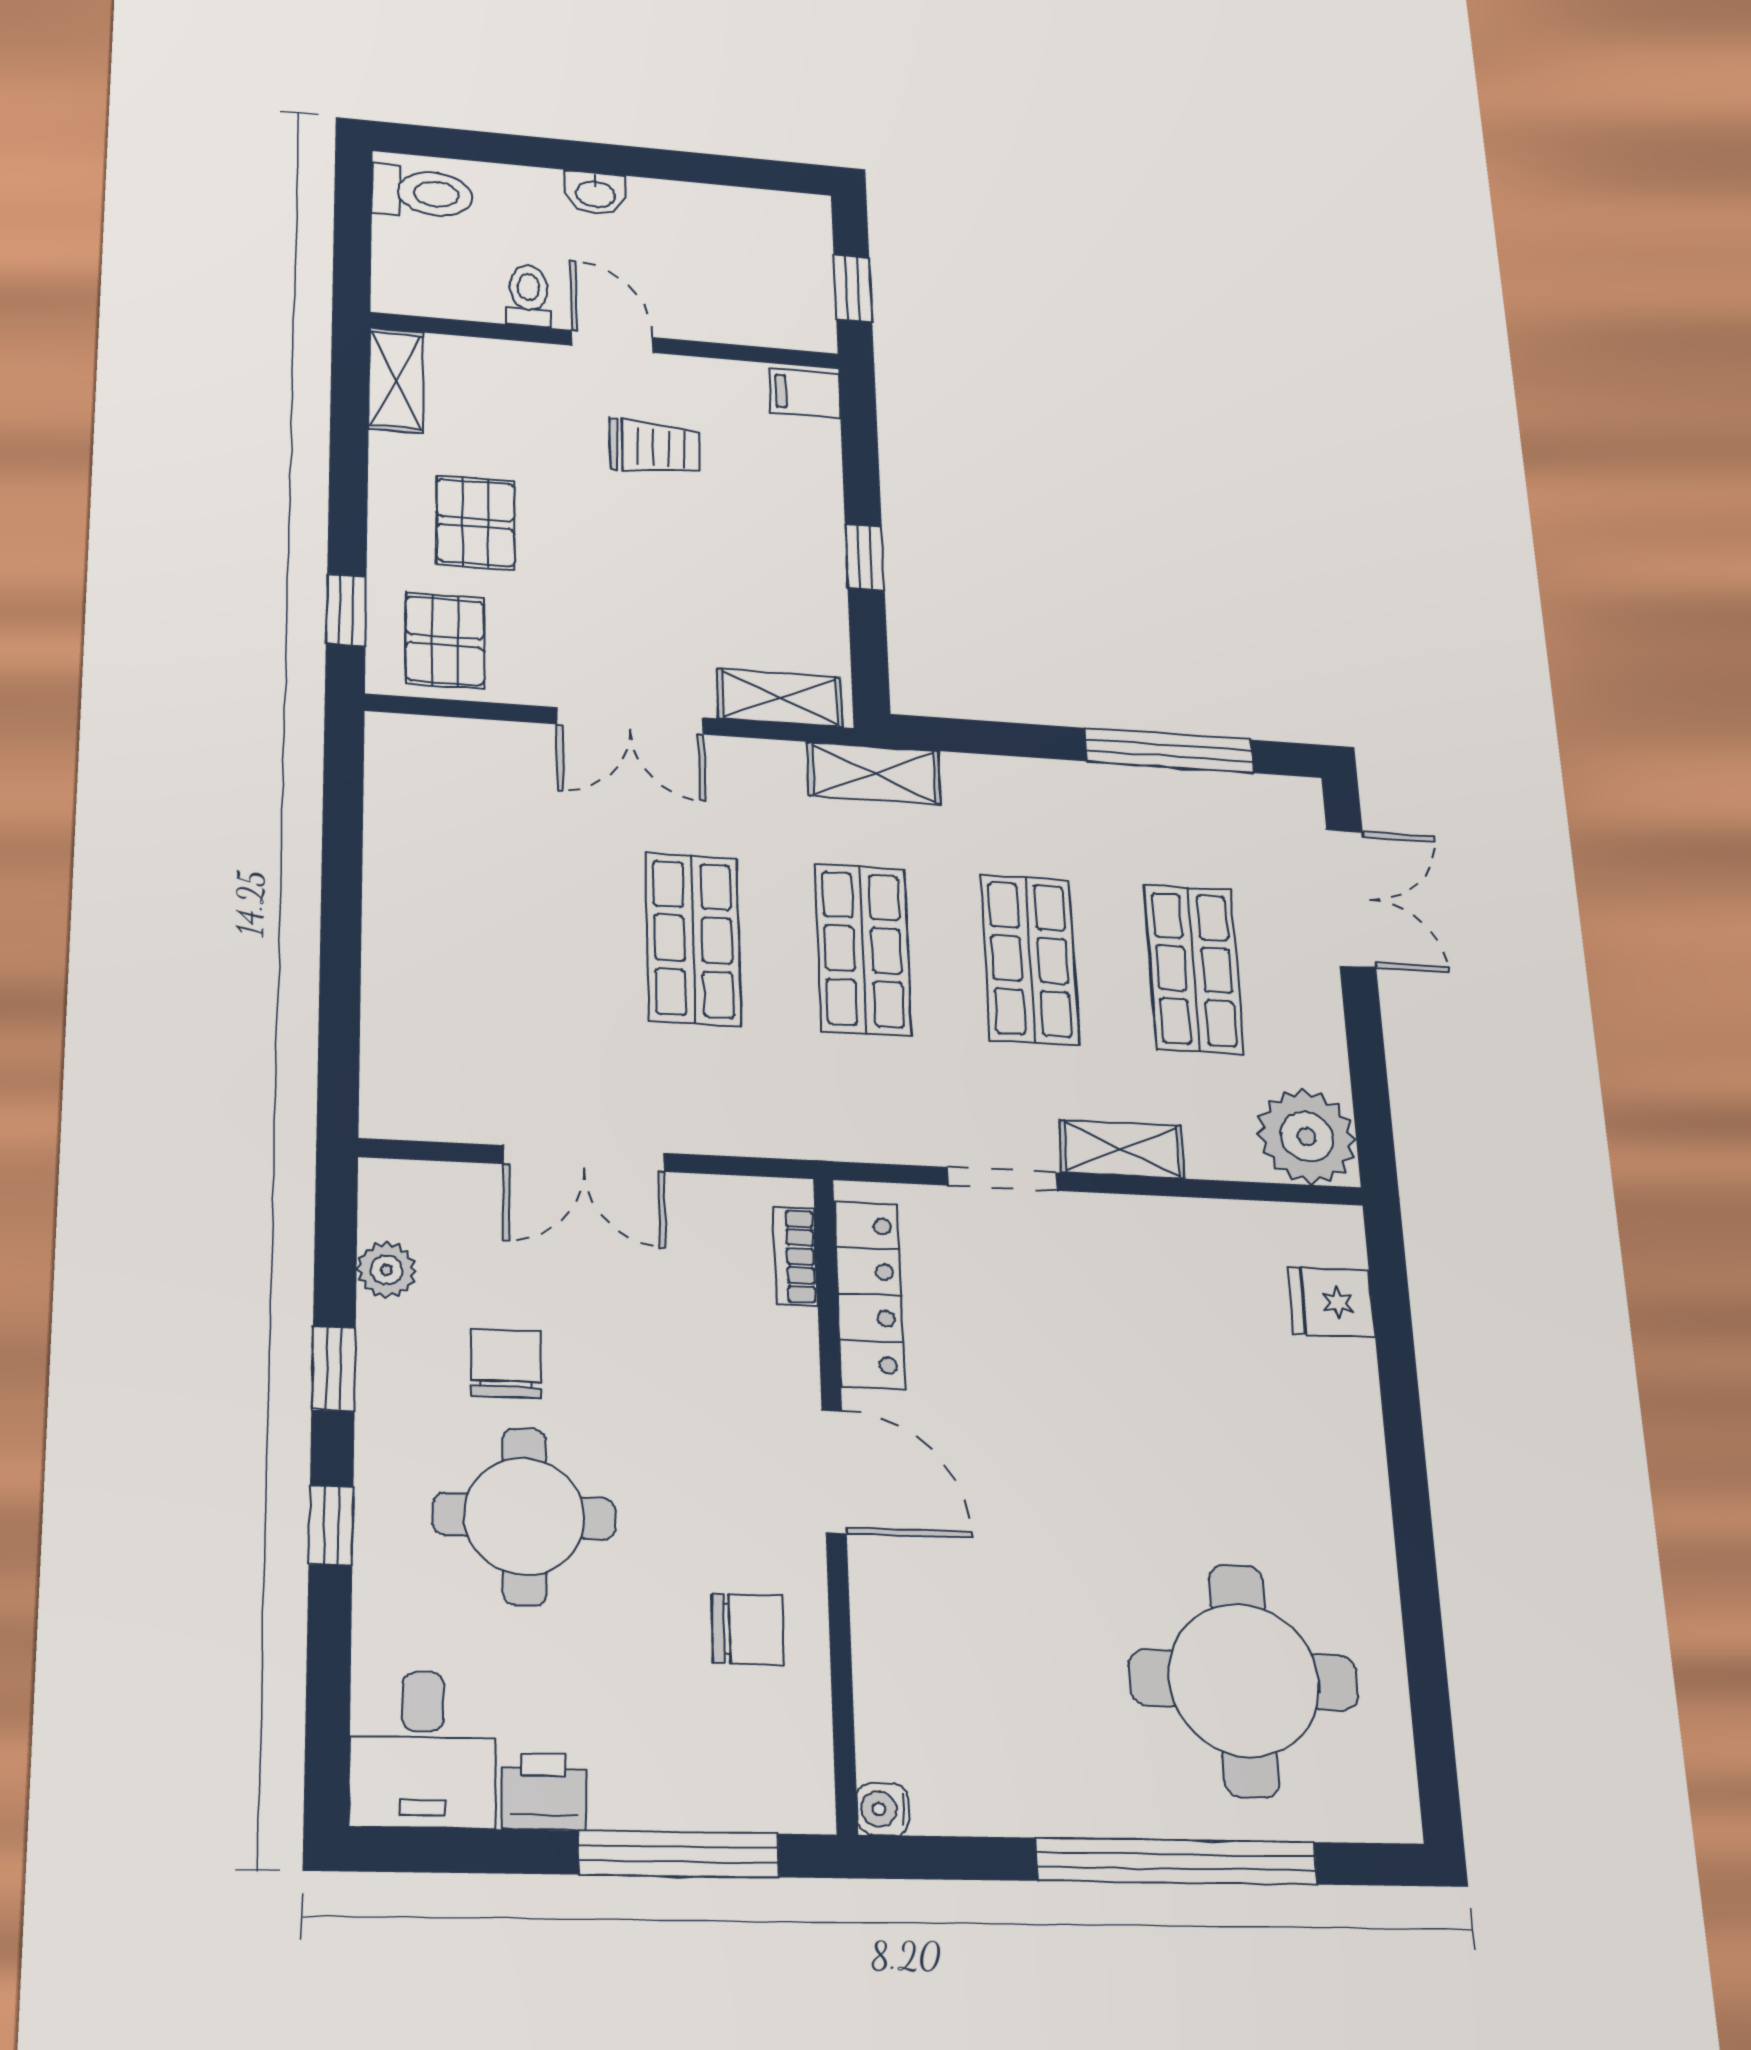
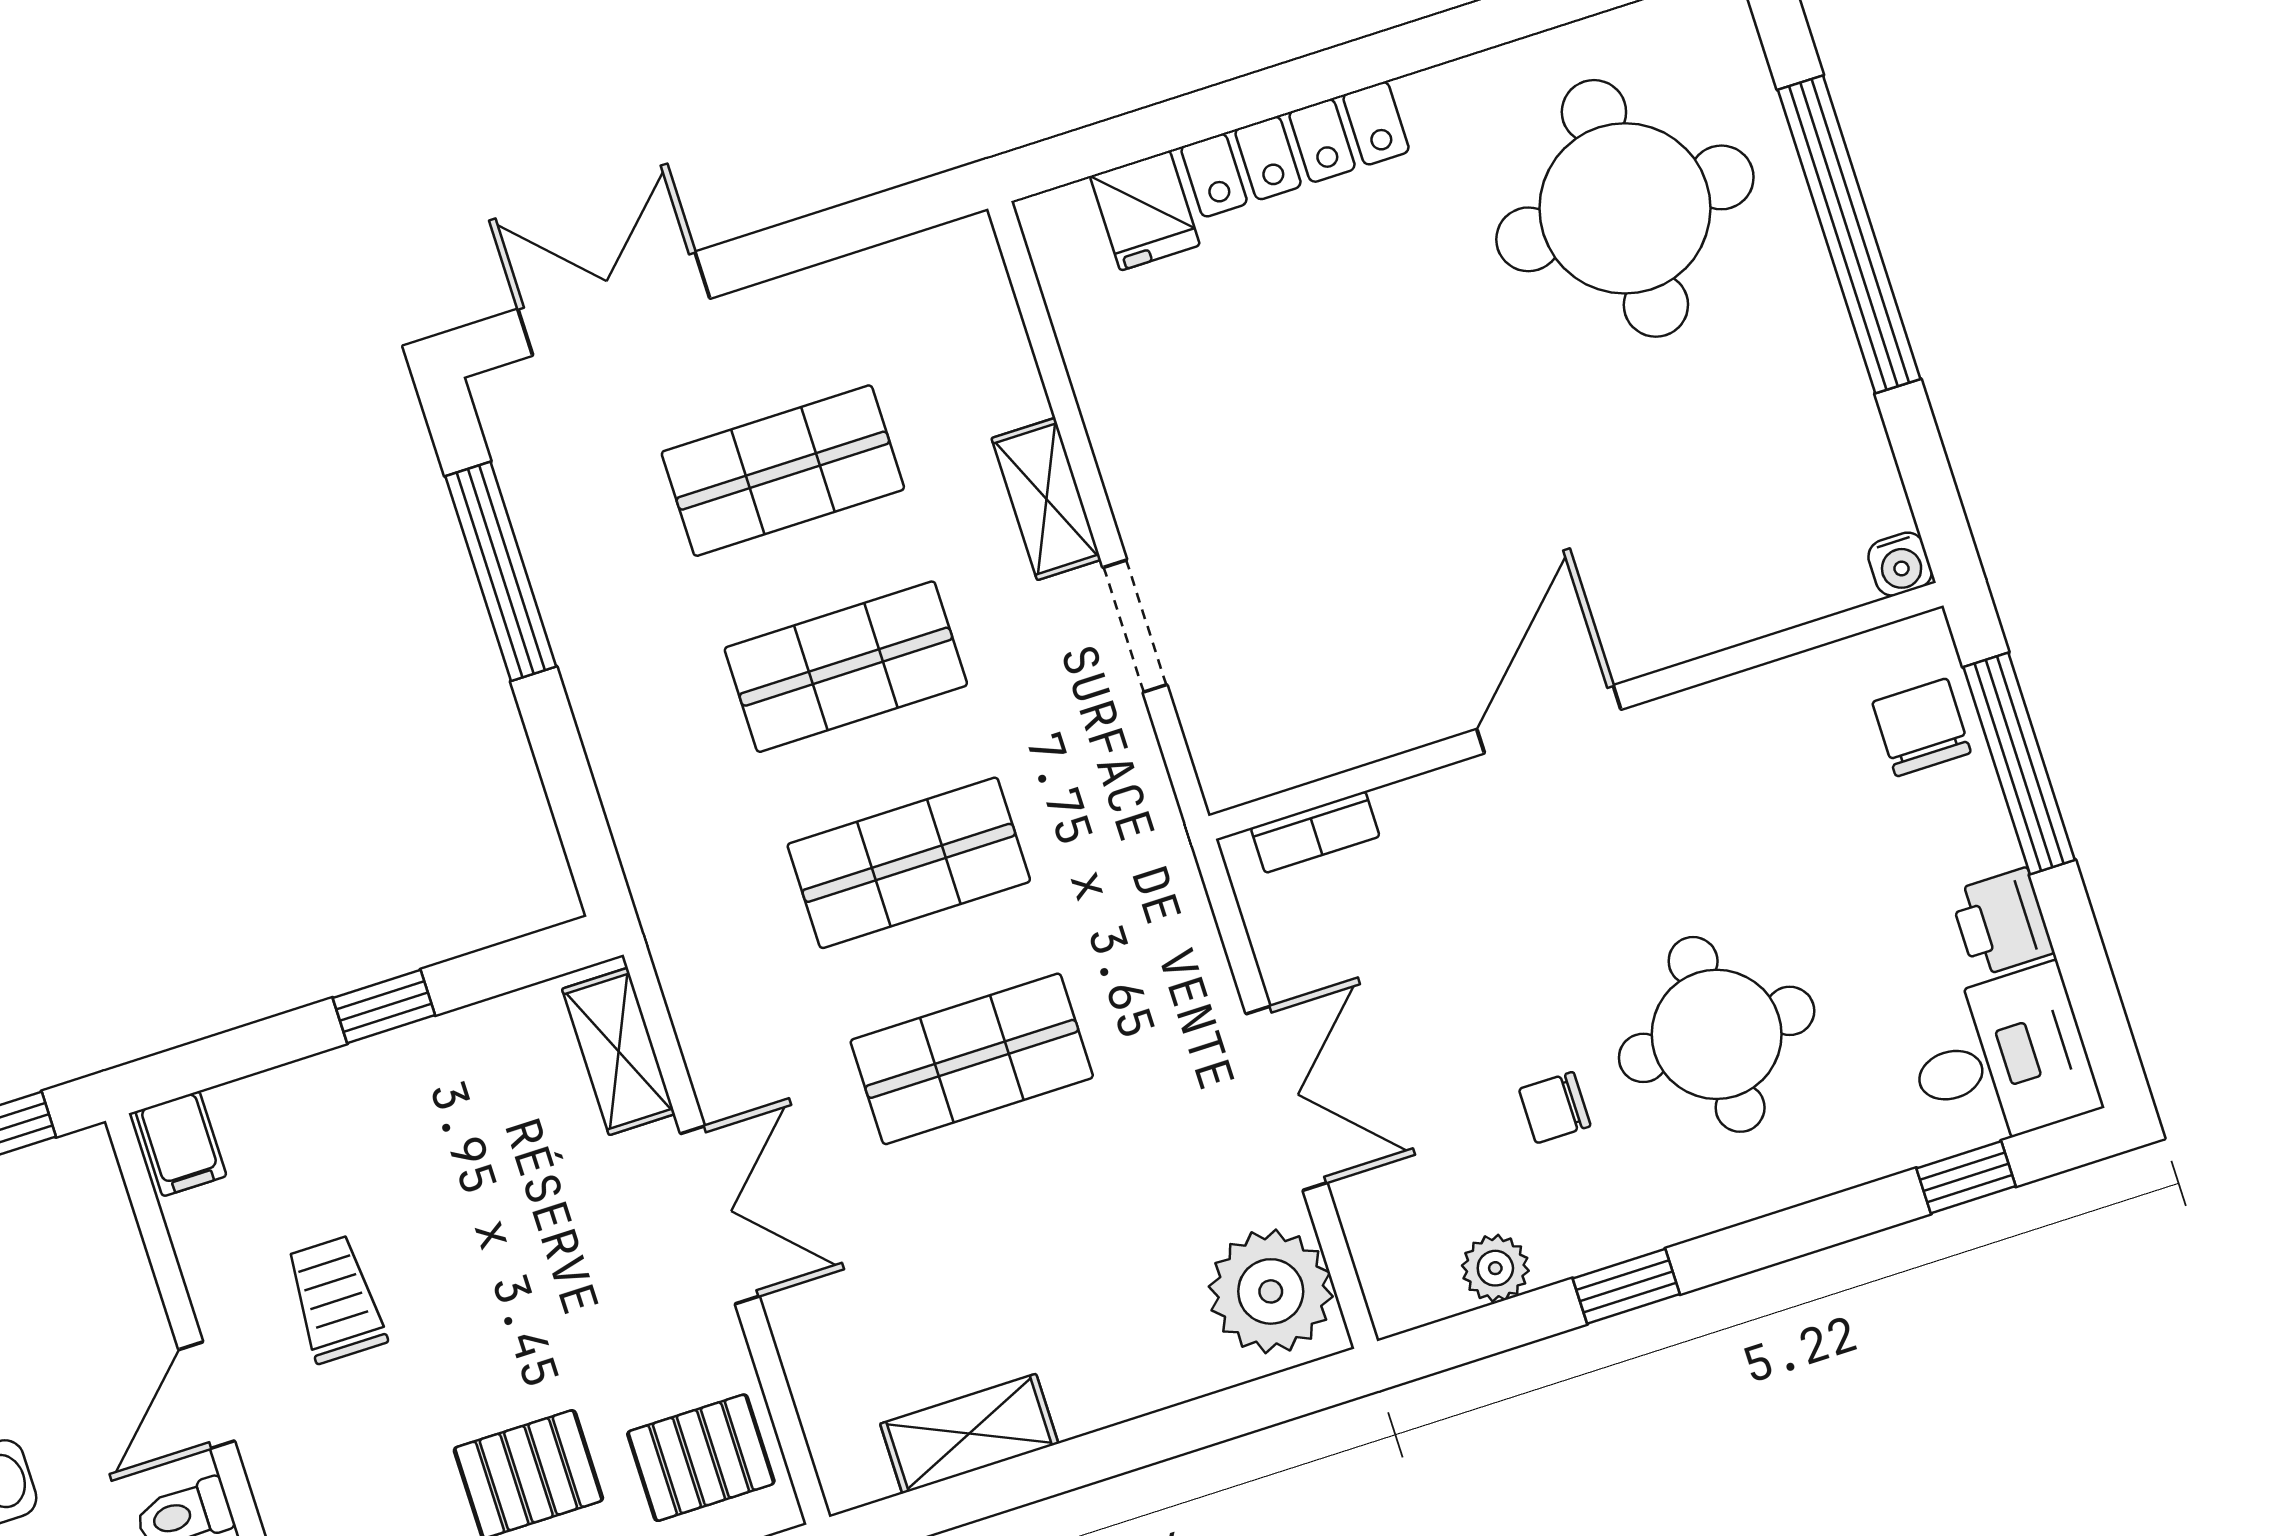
shelving: (874, 773) -> (969, 1434), moved, turned 90
plant: (1307, 1137) -> (1271, 1291), moved
locker: (869, 1295) -> (1295, 149), moved, turned 180
chair: (506, 1364) -> (1555, 1108), width x0.73, depth x0.73
window: (331, 1525) -> (1966, 1177), moved
chair: (748, 1629) -> (1922, 727), moved

